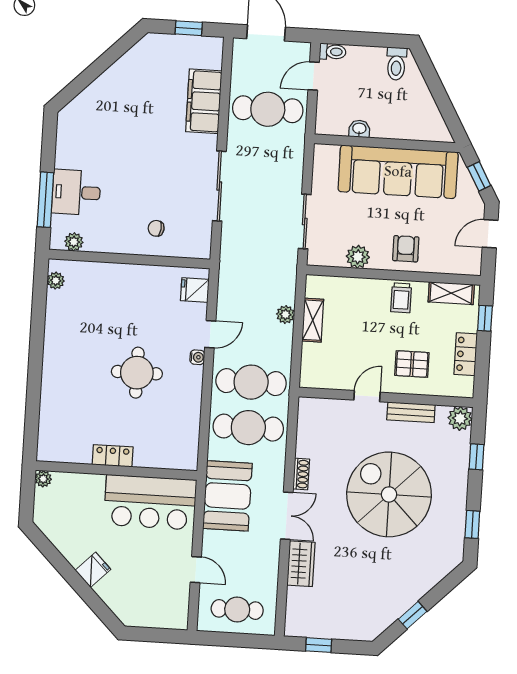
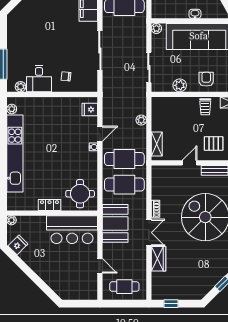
washbasin: (359, 129) -> (195, 14), moved
plant: (322, 153) -> (156, 28), added
desk: (76, 192) -> (39, 79), moved, turned -90
shelving: (313, 320) -> (157, 144), moved
kitchen unit: (56, 360) -> (15, 153), added
round table: (137, 373) -> (80, 194), moved
fridge: (93, 570) -> (18, 245), moved

